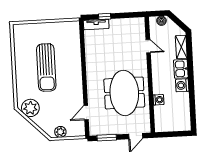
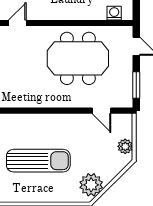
washing machine: (158, 100) -> (114, 13), moved

